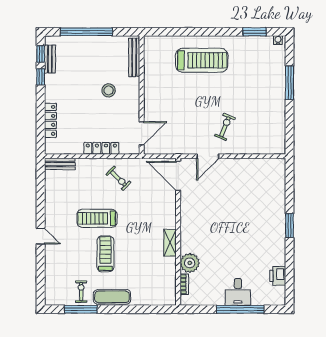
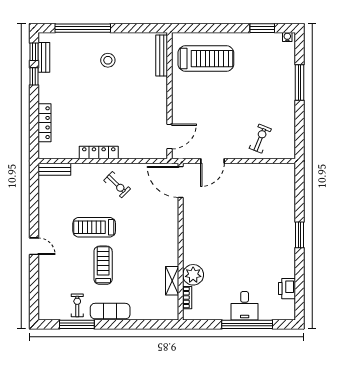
bench: (134, 57) -> (162, 56), moved
stool: (109, 90) -> (108, 60), moved
wall: (142, 95) -> (170, 96), moved
exercise bike: (225, 127) -> (260, 139), moved
door: (142, 133) -> (170, 136), moved
shelving: (170, 243) -> (172, 281), moved

